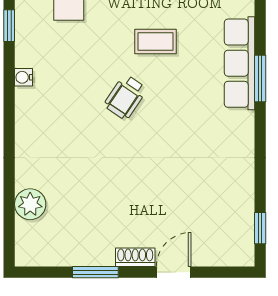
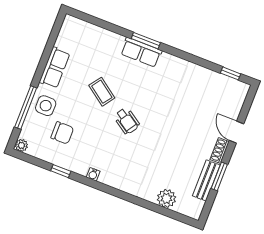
coffee table: (155, 41) -> (102, 92), turned -54
row of seats: (240, 63) -> (141, 52), width x0.68
bench: (81, 254) -> (206, 180), added

